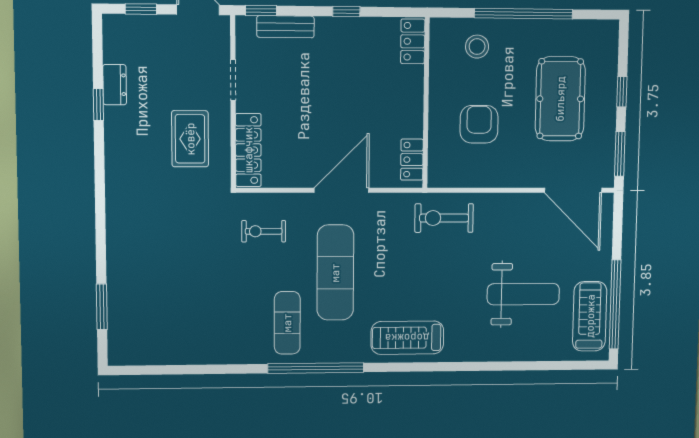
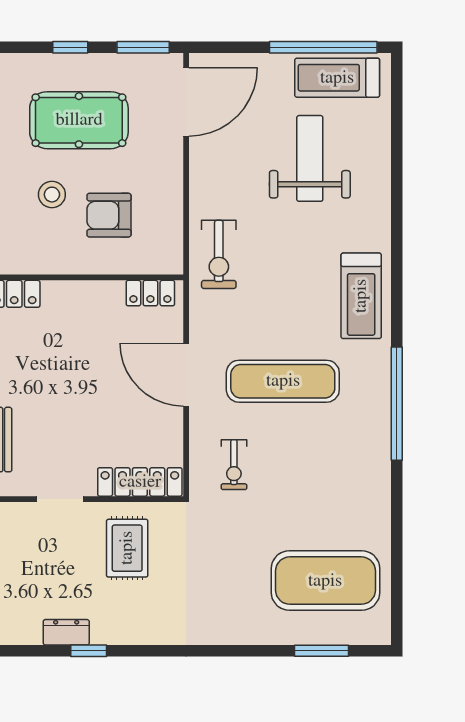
stool: (477, 47) -> (52, 195), moved
rug: (190, 139) -> (127, 548), turned 90
exercise mat: (287, 323) -> (325, 581), moved, width x2.00, depth x1.45

